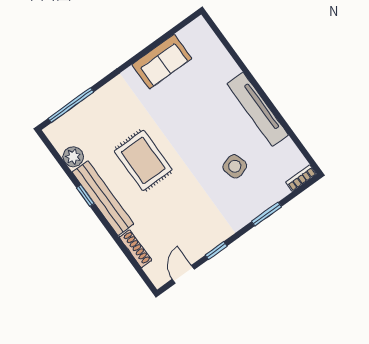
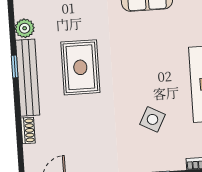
side table: (235, 166) -> (153, 119), turned 45
shoe rack: (135, 249) -> (28, 130), width x0.70

